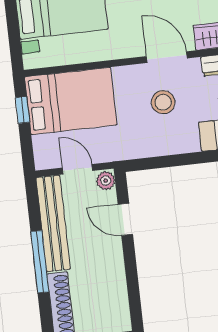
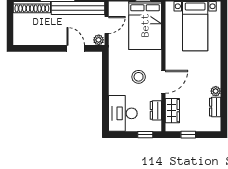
door: (125, 219) -> (76, 48), hinge flipped

